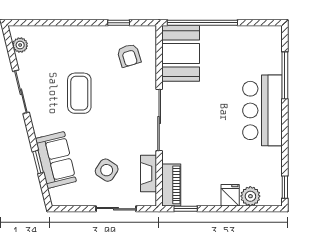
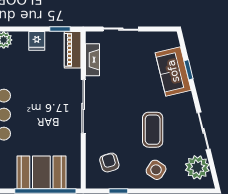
plant: (20, 45) -> (197, 167), width x1.88, depth x1.88
booth: (181, 53) -> (41, 172), moved, turned 90
side table: (107, 170) -> (156, 170), moved
fridge: (230, 195) -> (37, 41), moved

